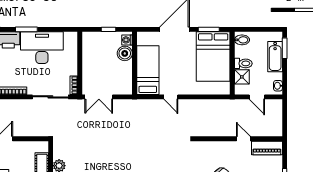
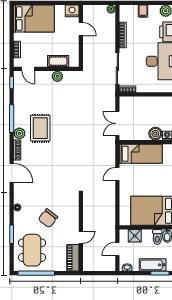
toilet: (243, 63) -> (157, 237), moved
double door: (99, 97) -> (117, 123), moved

